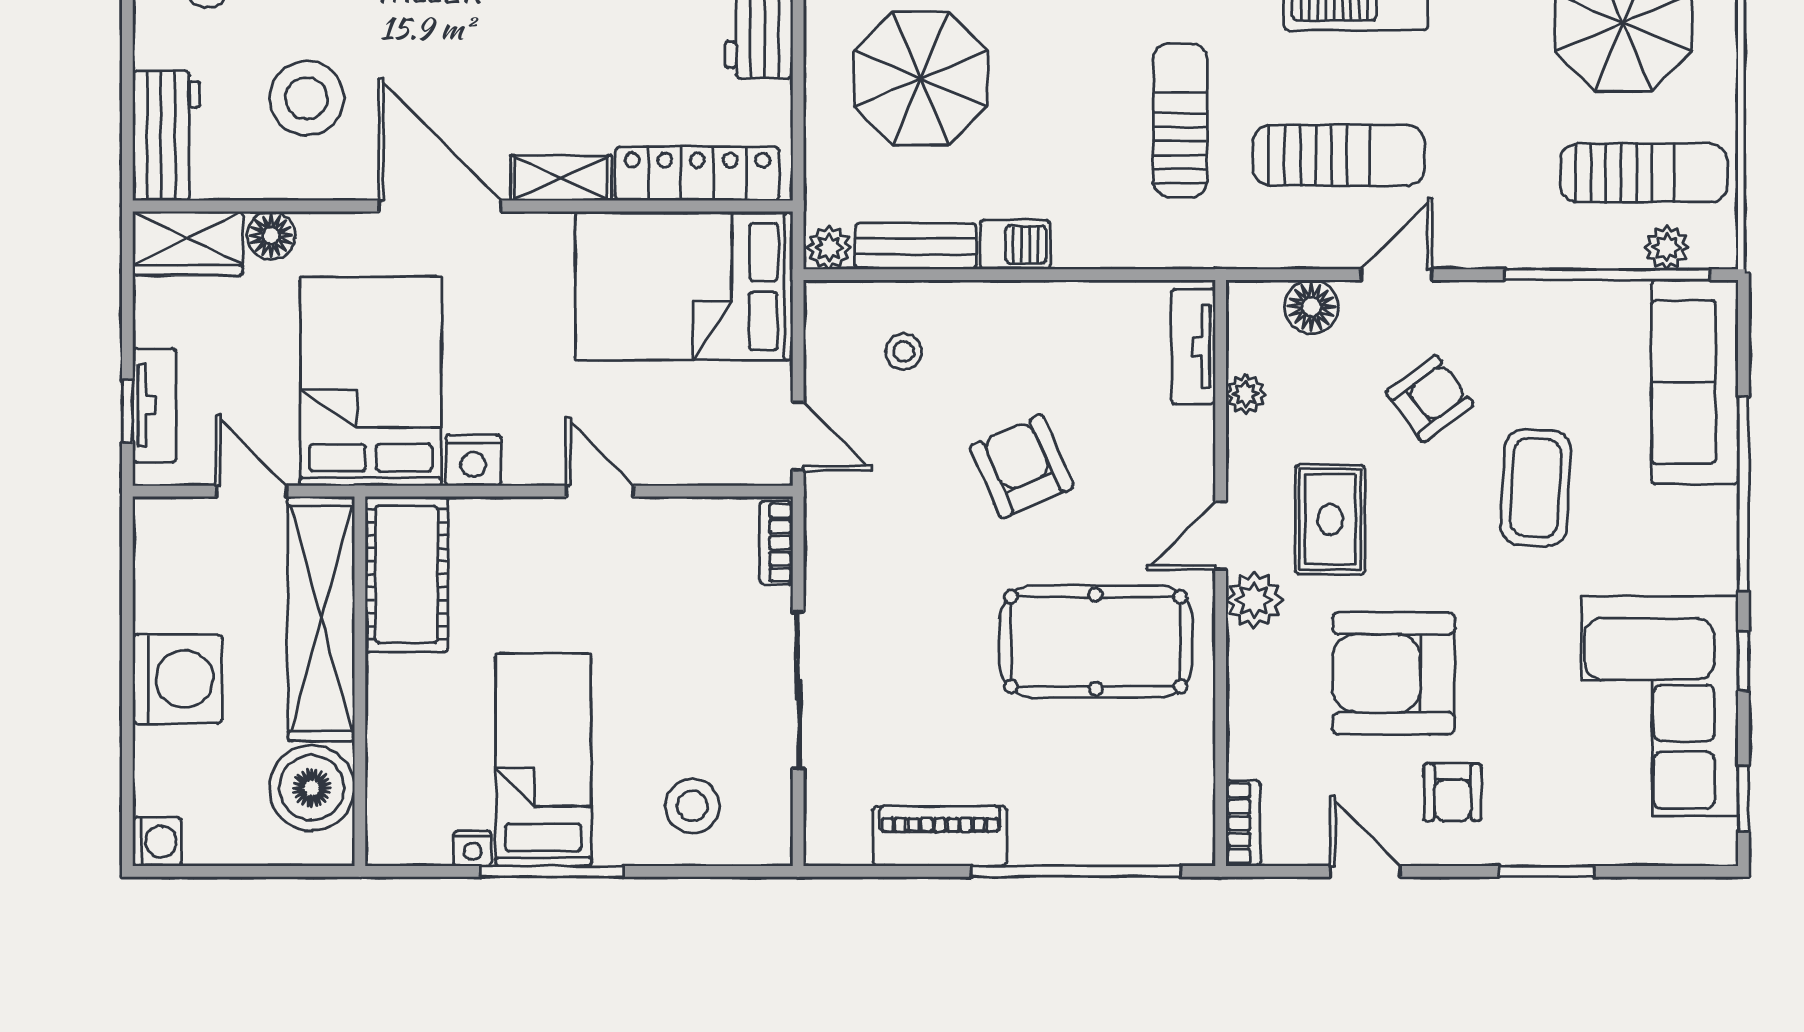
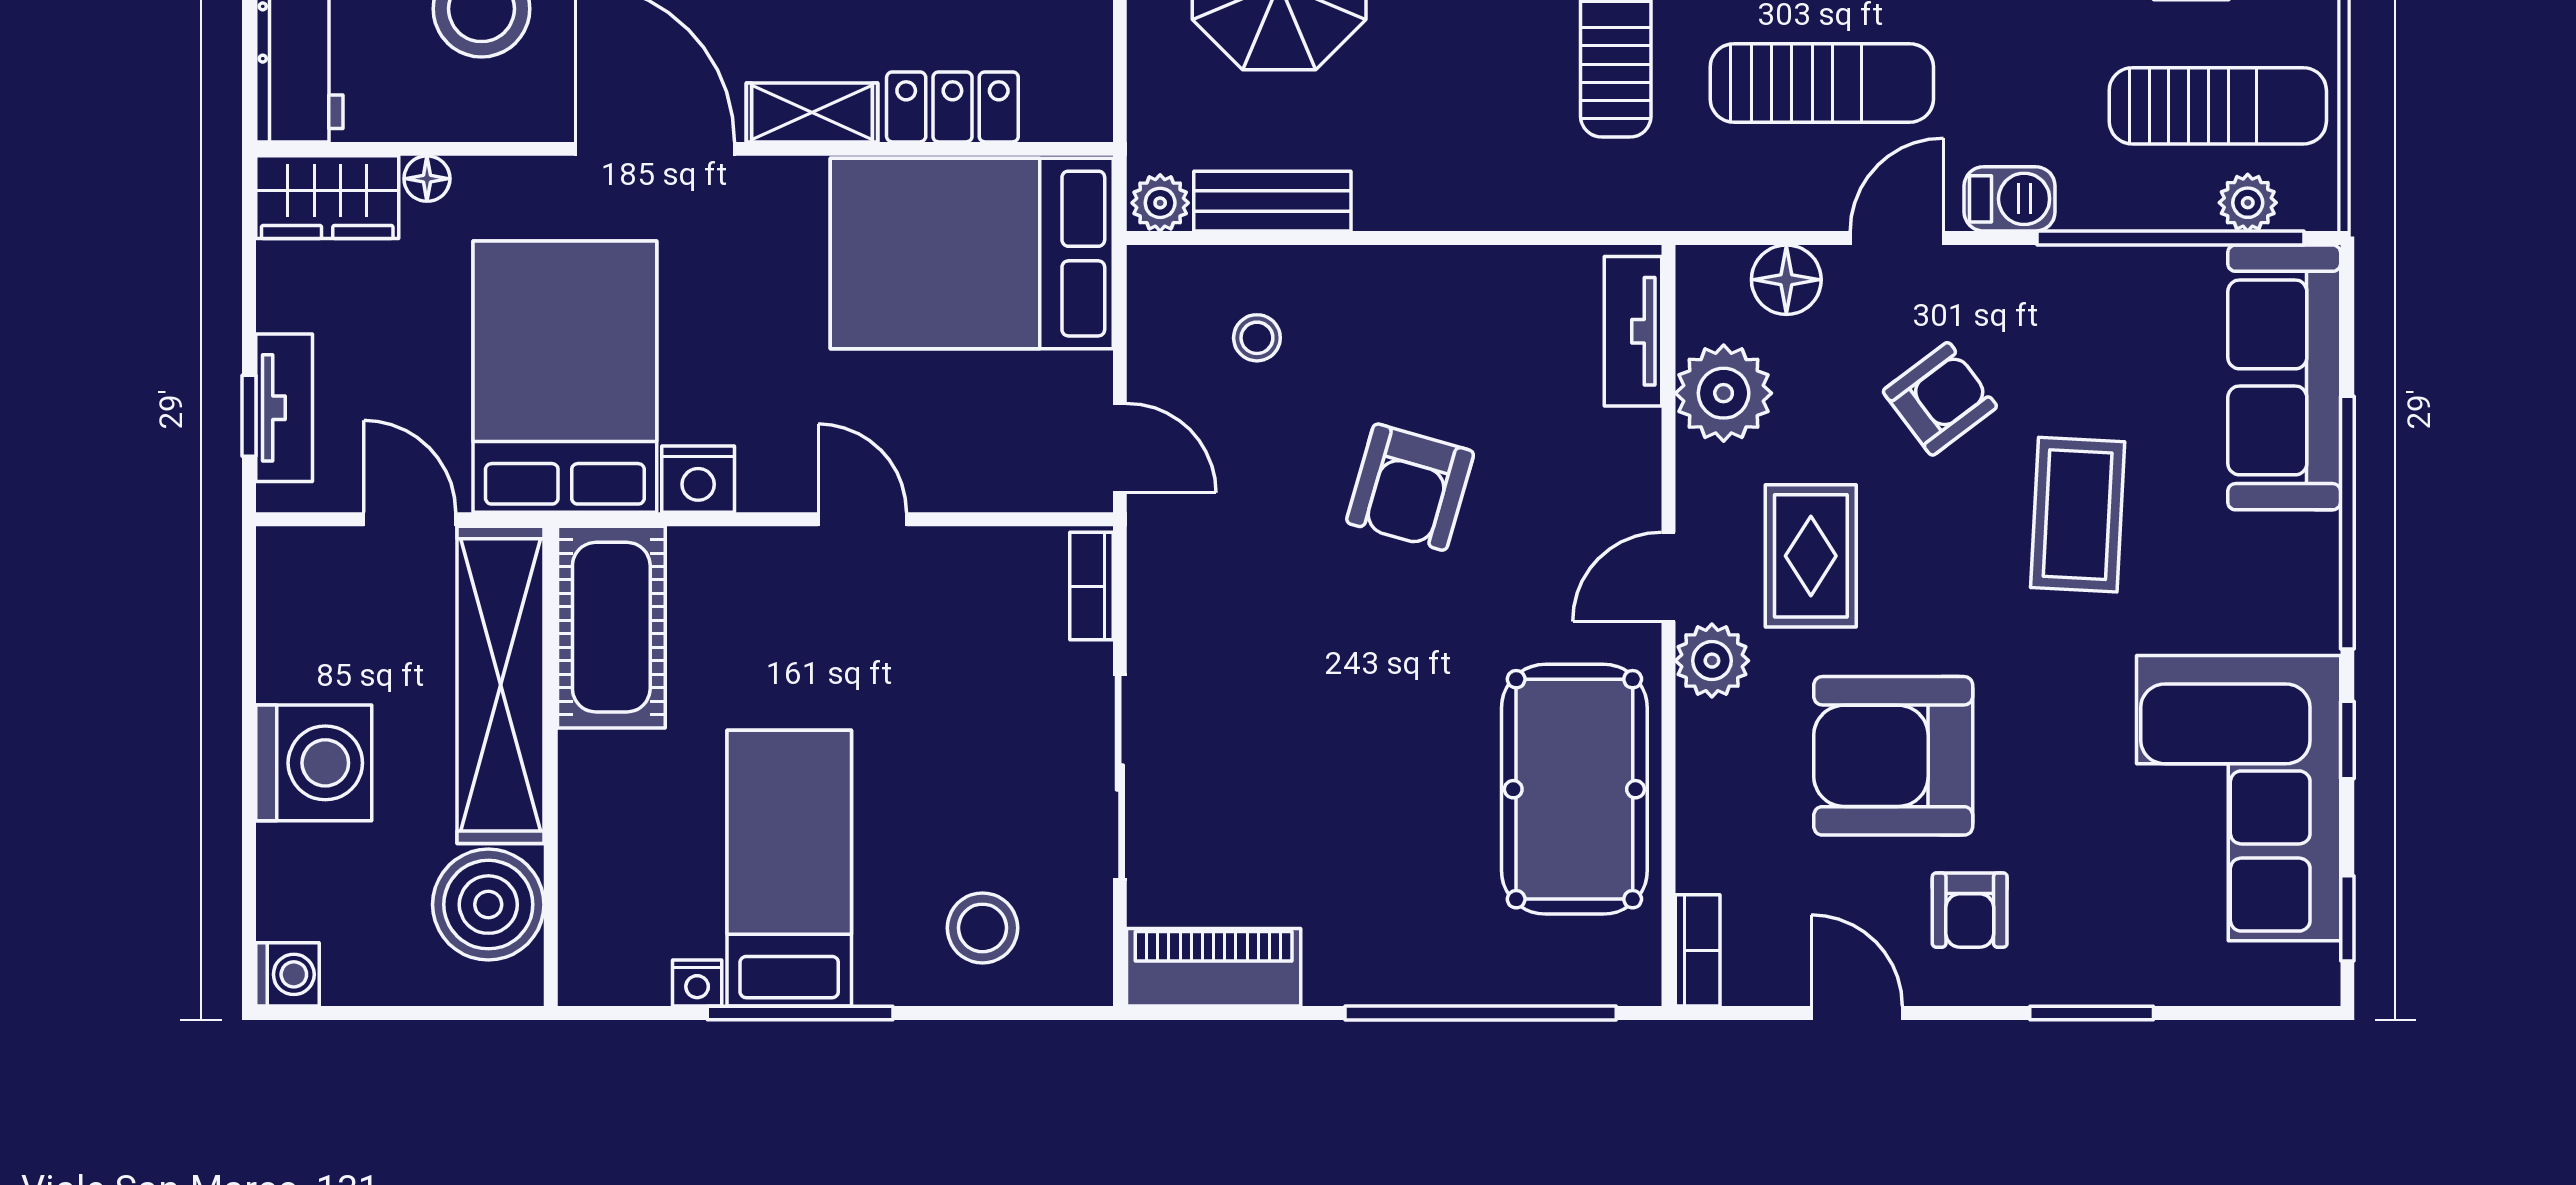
locker: (697, 174) -> (952, 107), width x0.66
floor lamp: (271, 235) -> (427, 179), width x0.73, depth x0.73
barbecue: (1015, 245) -> (2010, 199), moved
plant: (1246, 394) -> (1724, 393), width x1.88, depth x1.88
armchair: (1022, 466) -> (1410, 487), turned -140
pool table: (1096, 642) -> (1574, 789), moved, turned 90
piano: (940, 836) -> (1214, 967), moved

